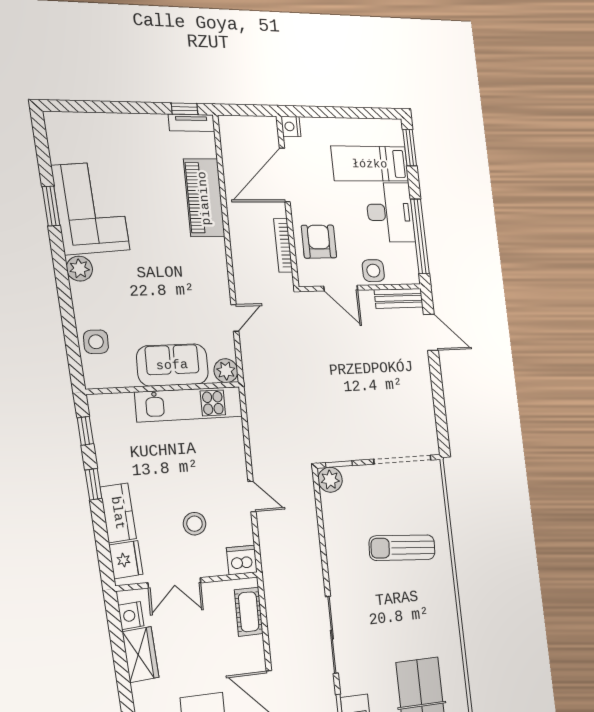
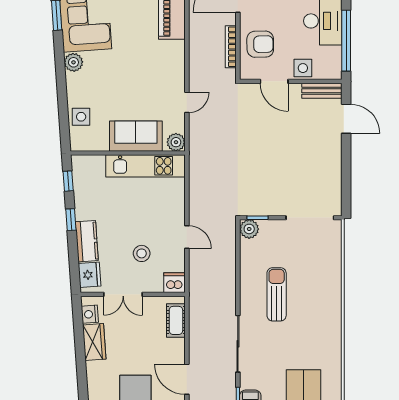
armchair: (319, 242) -> (260, 44), turned 89
sun lounger: (402, 548) -> (277, 294), moved, turned 86

